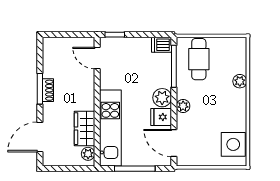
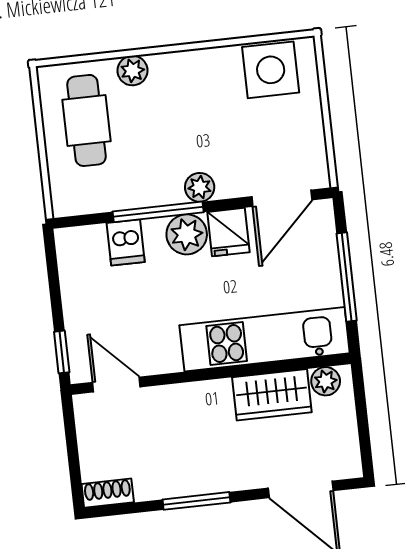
dishwasher: (162, 45) -> (126, 242), moved
door: (97, 58) -> (116, 385), swing flipped
cafe table: (199, 59) -> (87, 120), moved, turned 90
window: (174, 66) -> (158, 212), moved
shoe rack: (48, 90) -> (108, 493), moved

